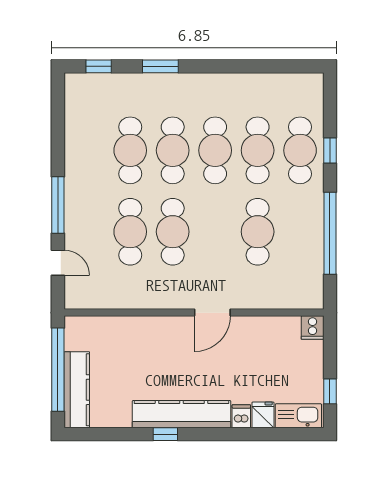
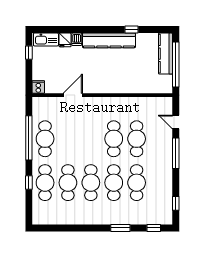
window: (58, 112) -> (176, 203), added
cafe table: (258, 232) -> (45, 139), moved
door: (212, 313) -> (73, 95), moved
window: (165, 434) -> (132, 30), moved

